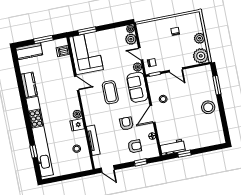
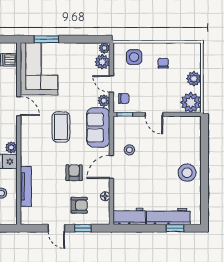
side table: (153, 31) -> (134, 57), added
window: (217, 85) -> (204, 146), removed
workbench: (201, 142) -> (168, 217), added
window: (184, 154) -> (175, 228), moved
door: (108, 169) -> (56, 228), moved

